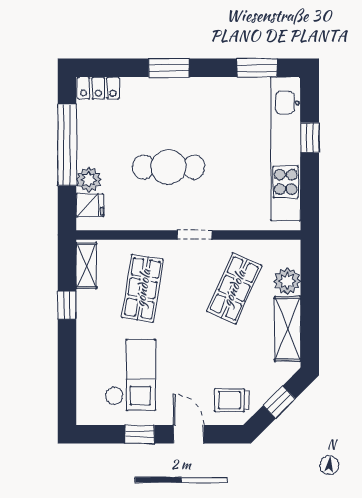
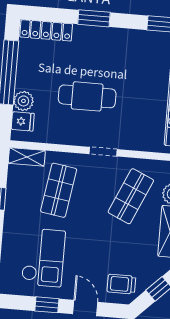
locker: (98, 88) -> (46, 30), width x1.53
shelving: (86, 266) -> (27, 157), moved, turned 90

